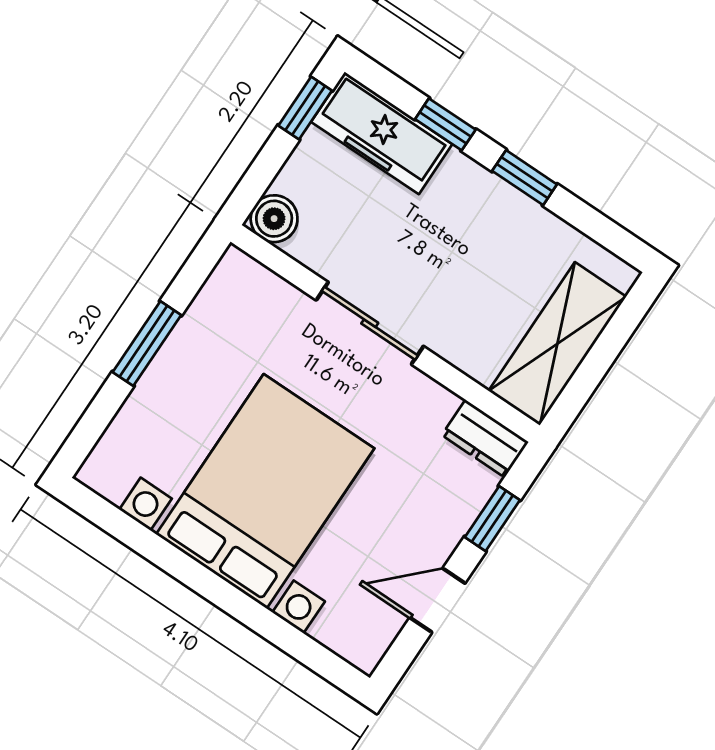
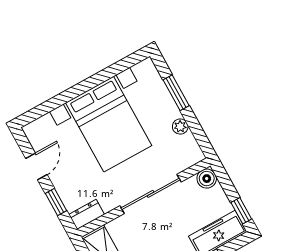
sliding door: (370, 323) -> (150, 194), width x1.37
plant: (191, 334) -> (180, 127), added
window: (147, 344) -> (176, 93), moved

